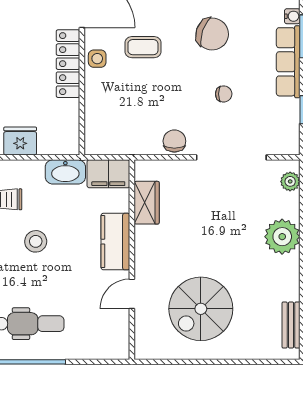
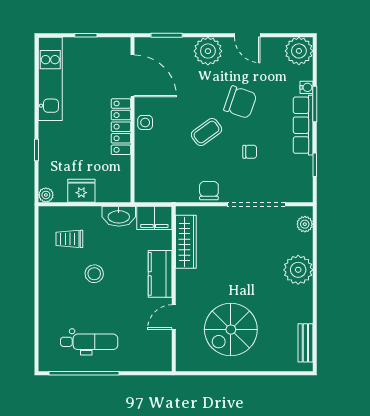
coffee table: (143, 47) -> (206, 132), moved, turned -36
wardrobe: (147, 203) -> (186, 242), width x1.50

